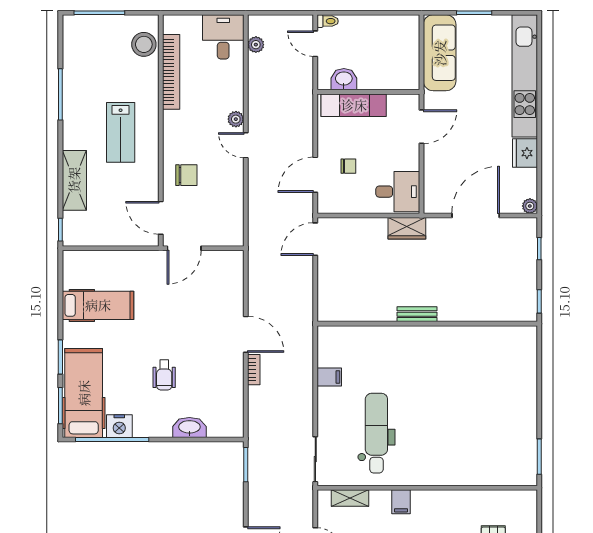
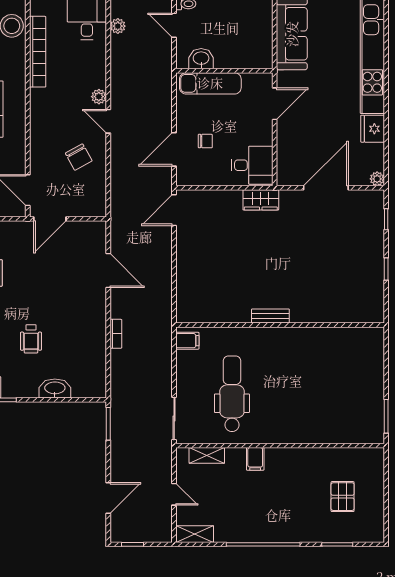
chair: (186, 175) -> (79, 157), moved, turned 61
bench: (417, 314) -> (270, 316), moved
wall: (427, 324) -> (280, 325), moved
door: (246, 334) -> (108, 271), moved

